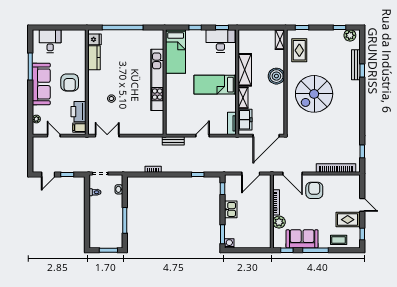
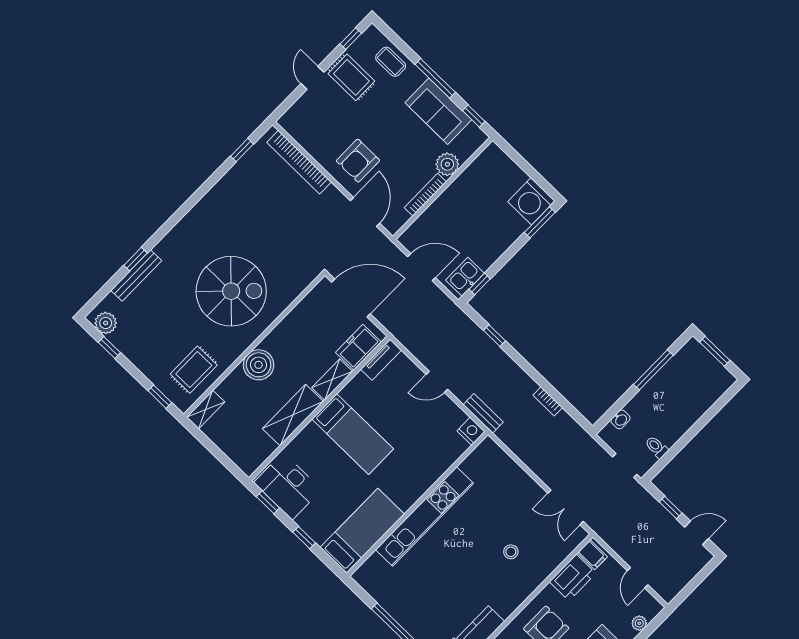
nightstand: (171, 130) -> (471, 431), added
kitchen sink: (231, 209) -> (465, 277), moved
washing machine: (229, 243) -> (531, 201), width x1.89, depth x1.89

